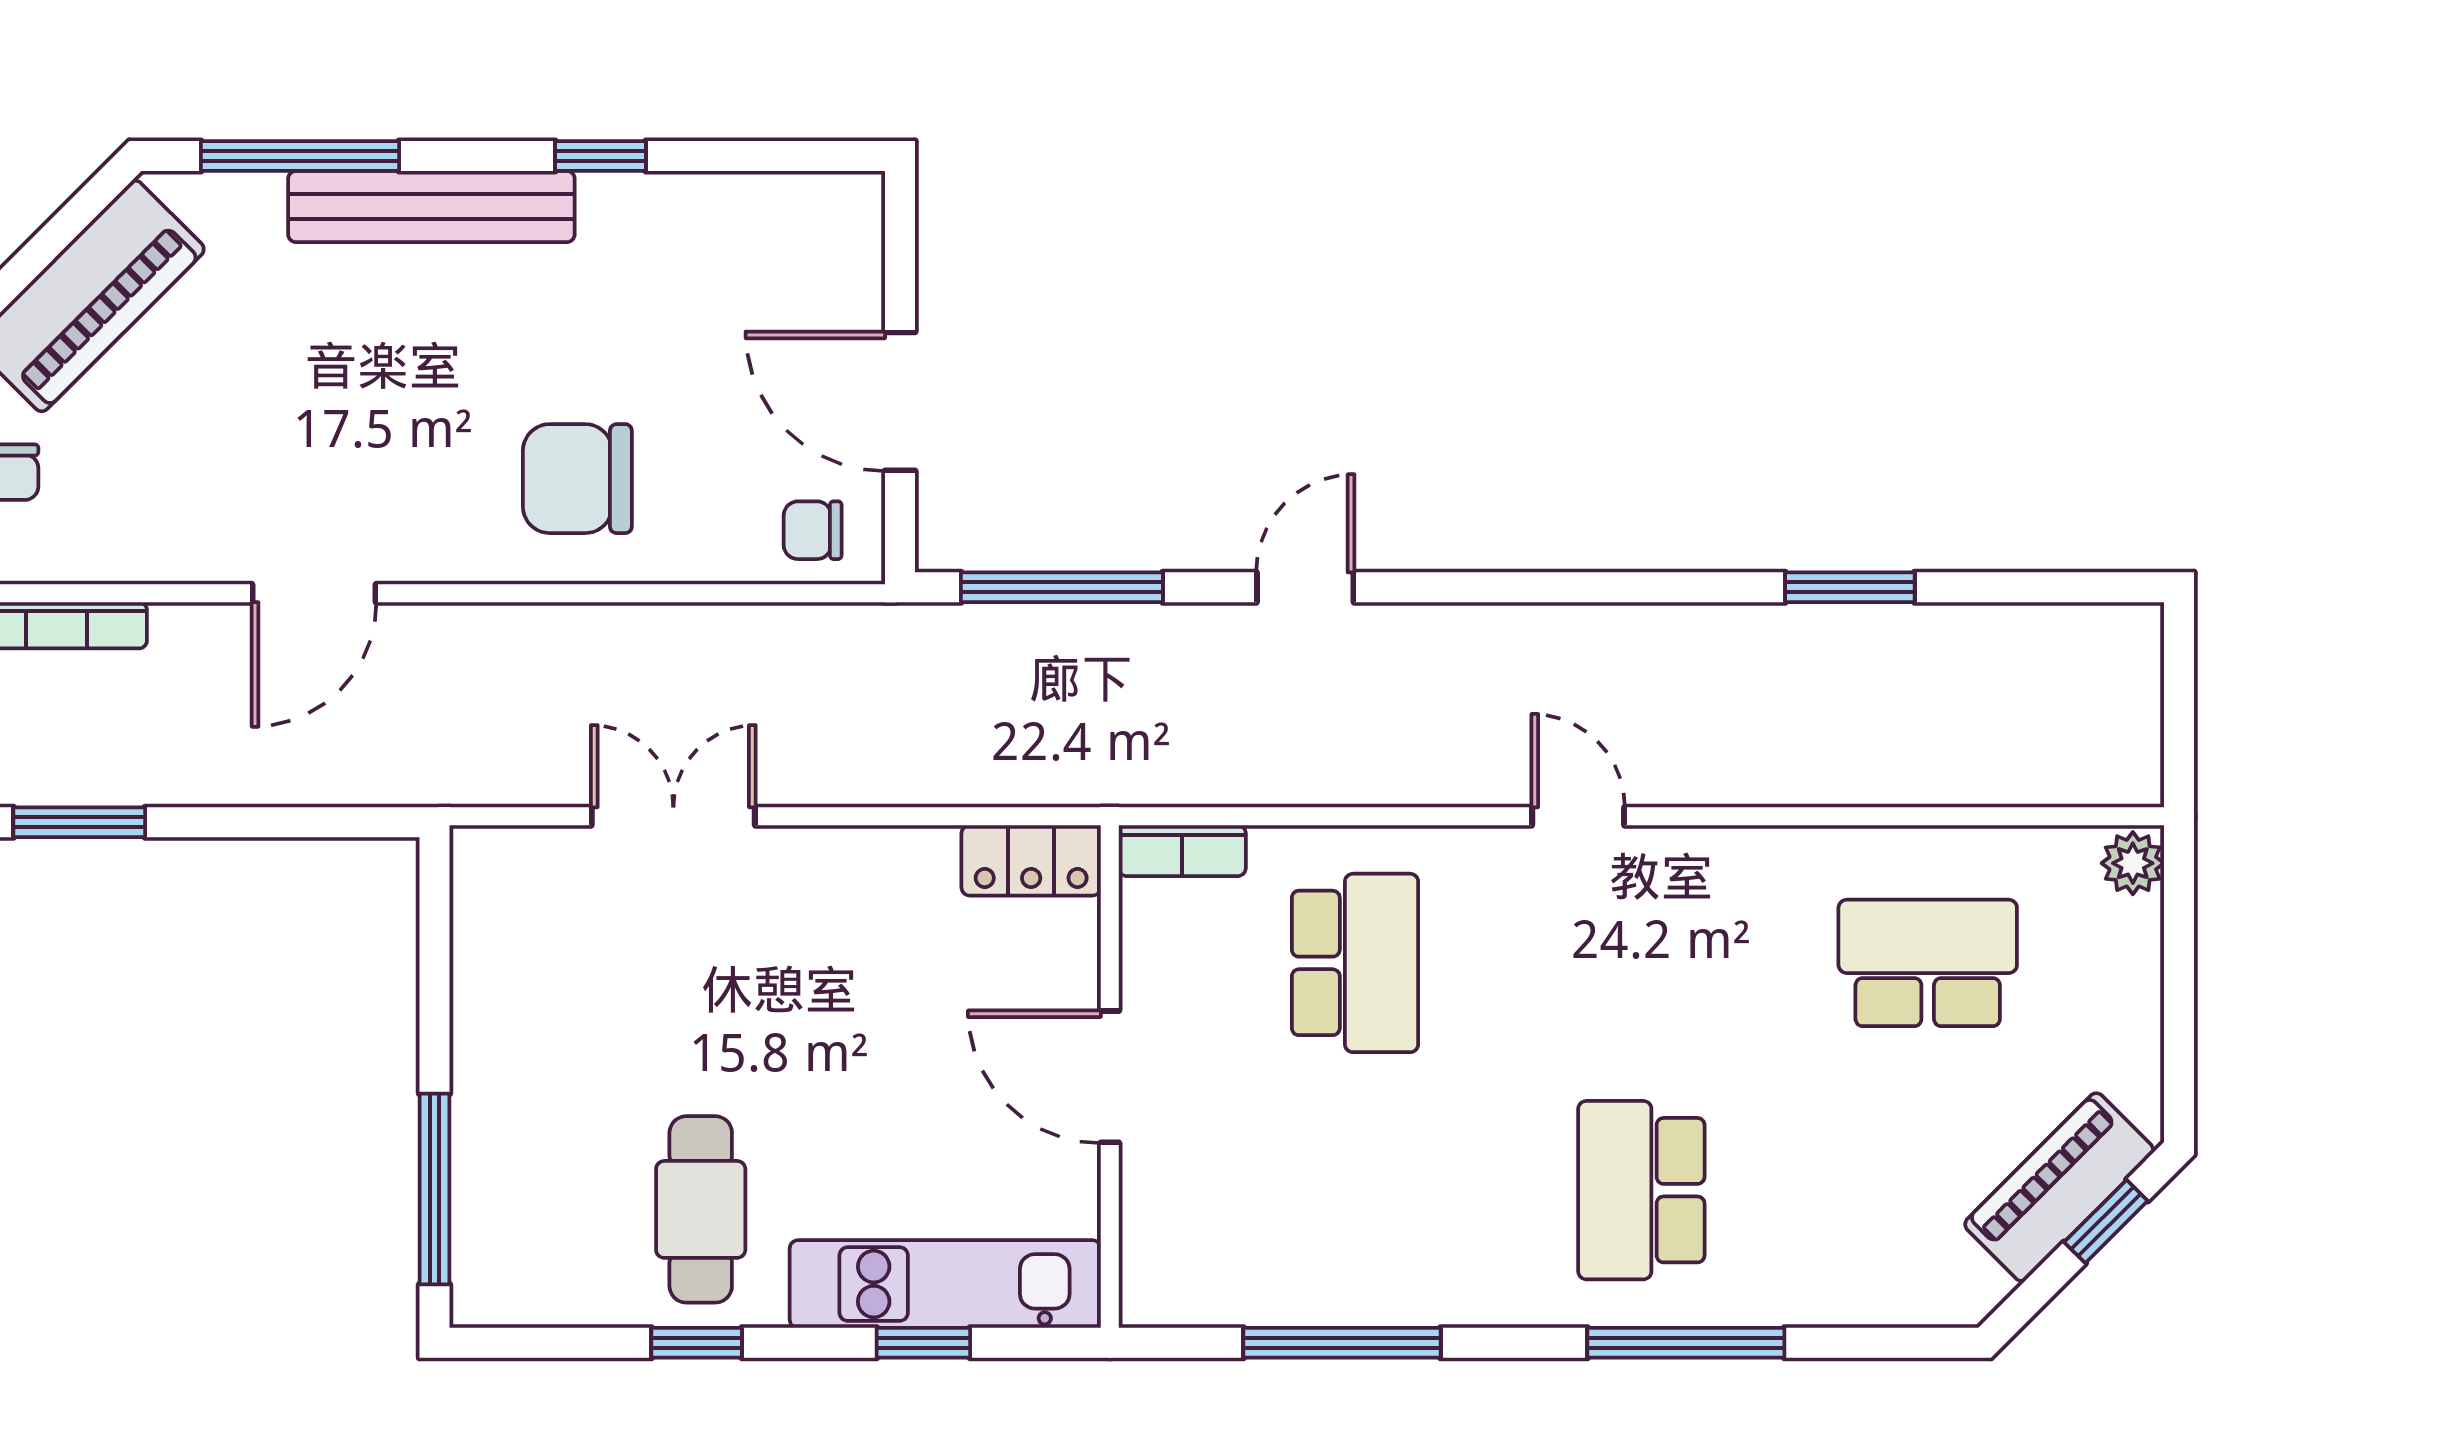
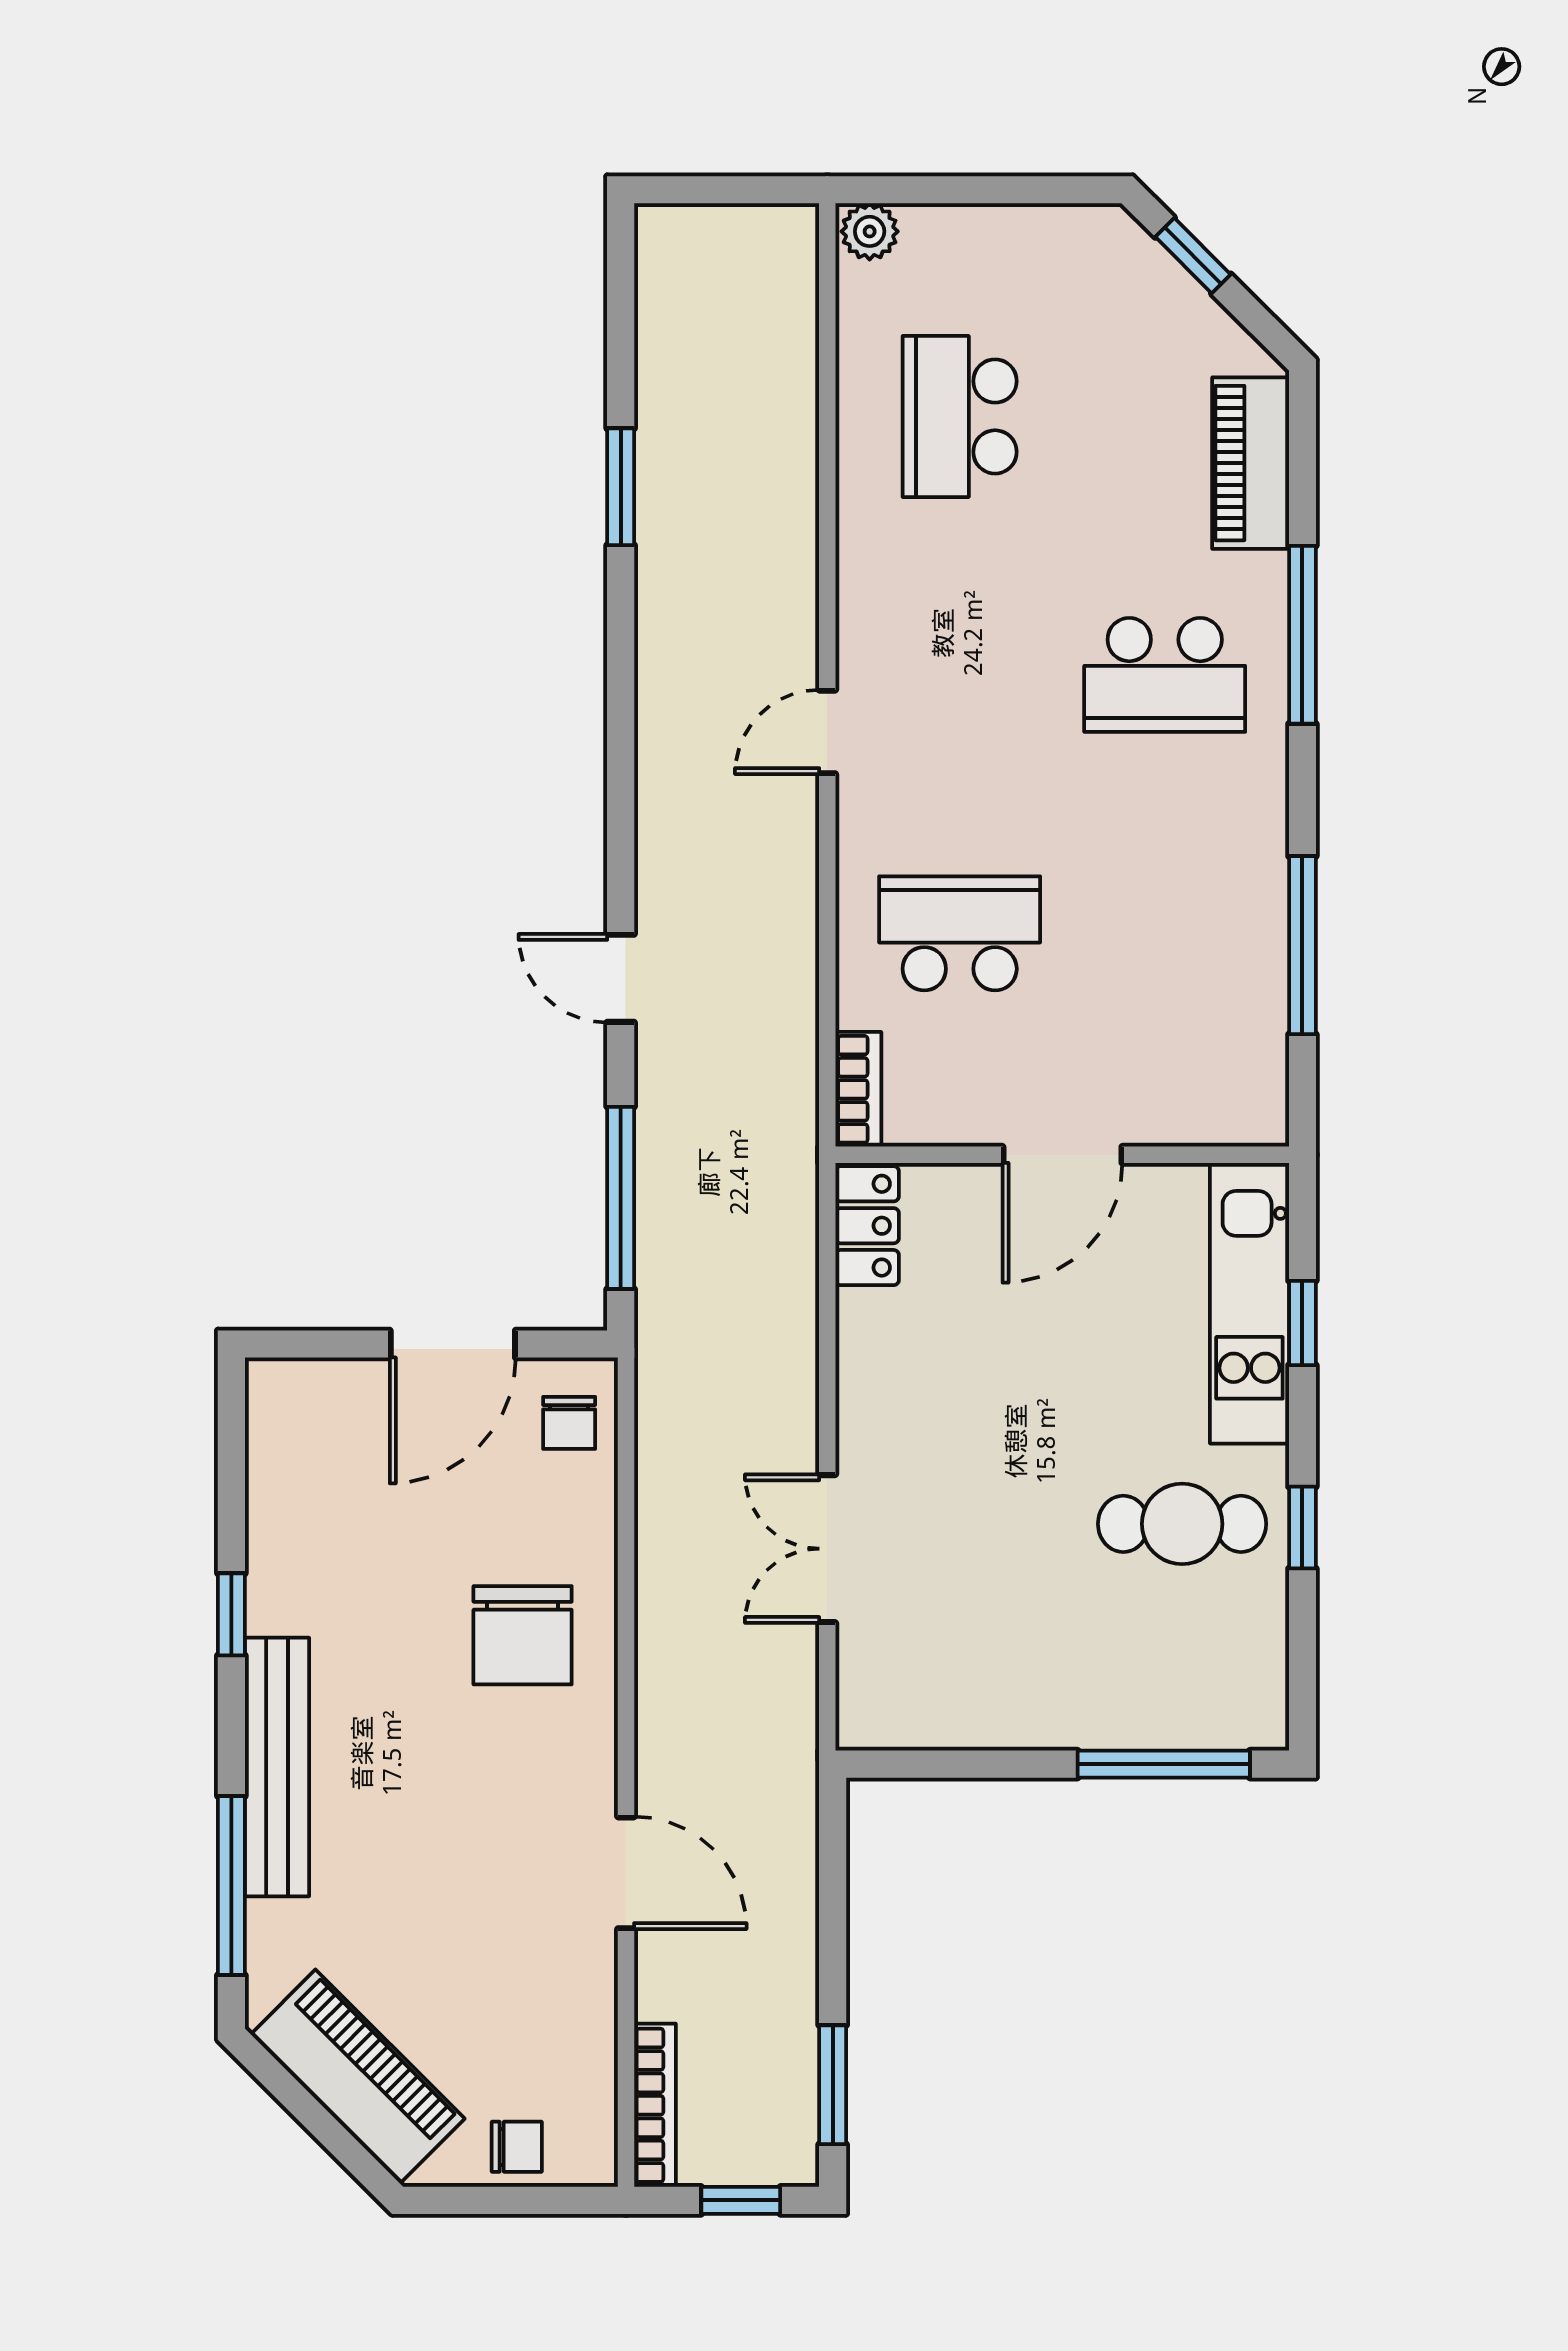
piano: (2059, 1187) -> (1251, 463), moved, turned 45

